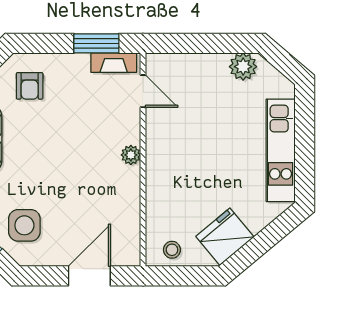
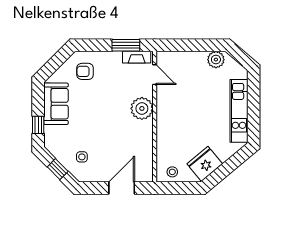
armchair: (30, 86) -> (85, 71), turned 90
plant: (131, 155) -> (142, 108), width x1.88, depth x1.88
side table: (24, 225) -> (82, 157), width x0.54, depth x0.54

